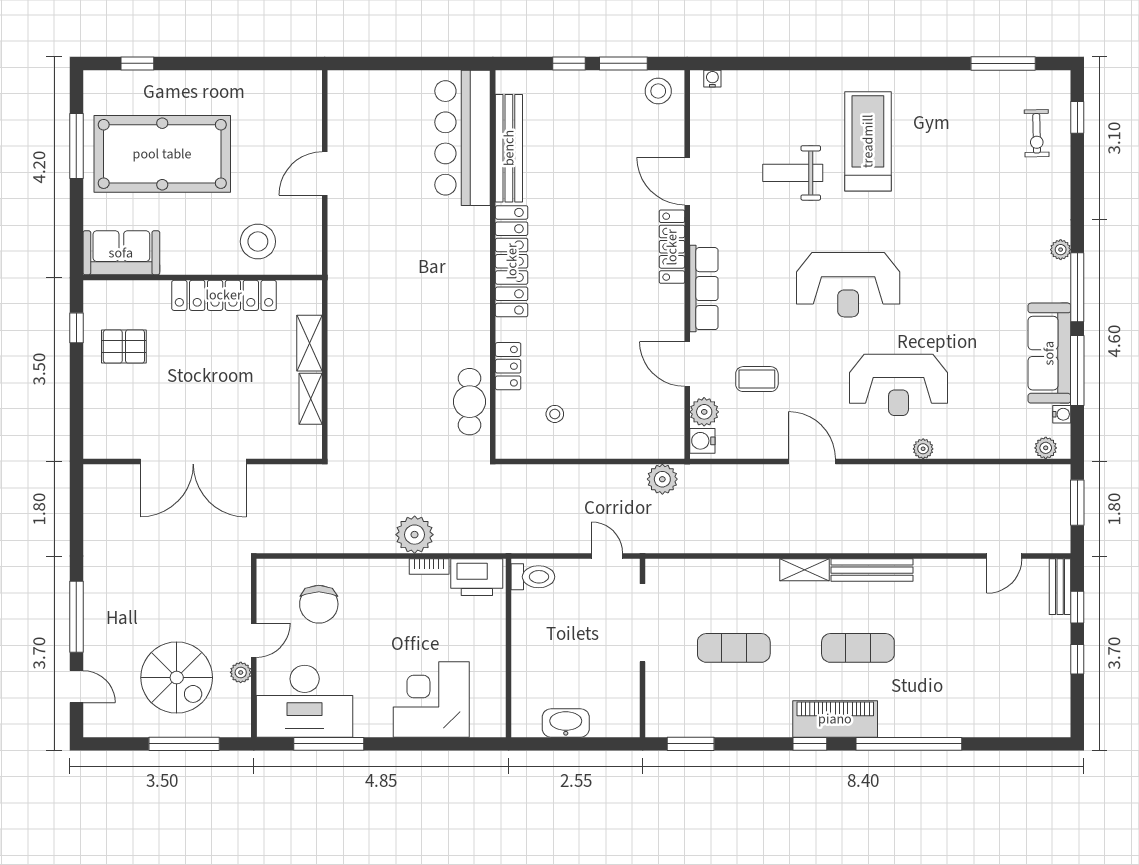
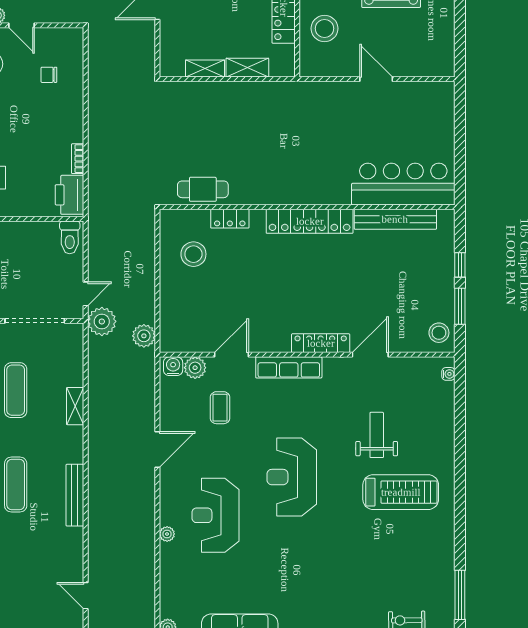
stool: (555, 414) -> (193, 254), width x1.89, depth x1.89
plant: (415, 535) -> (102, 321), moved
shelving: (804, 570) -> (75, 406), moved
chair: (319, 604) -> (49, 75), width x0.54, depth x0.54

